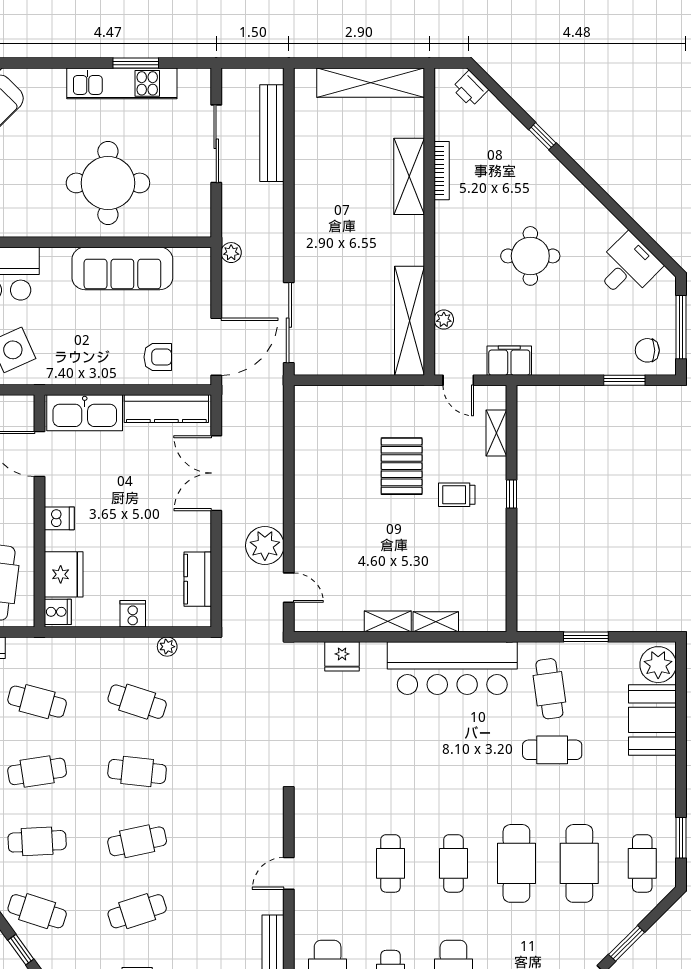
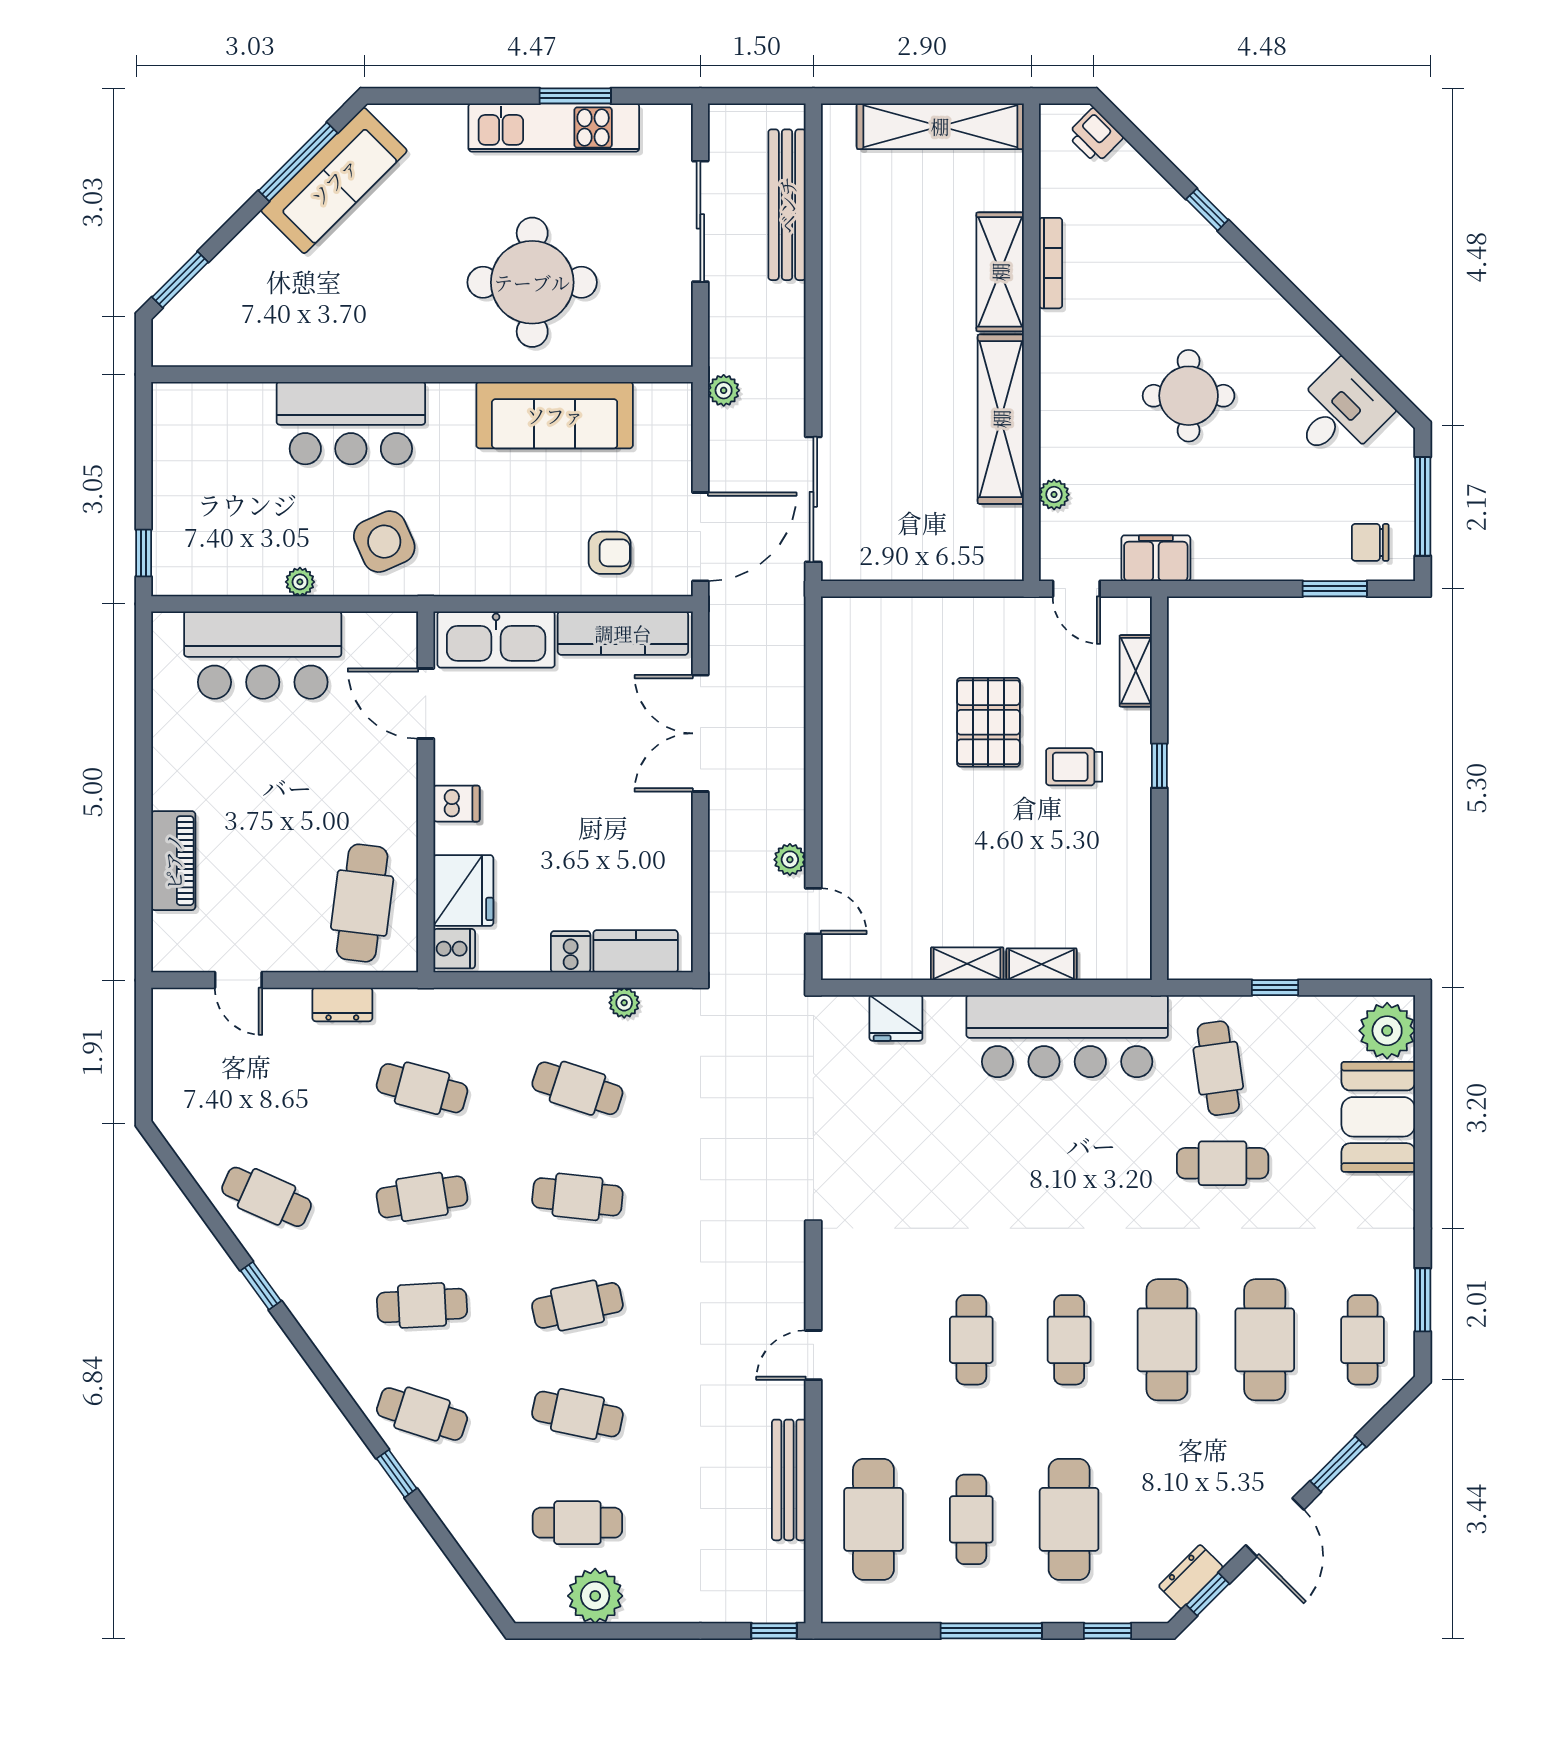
shelving: (410, 321) -> (1001, 419), moved
plant: (265, 546) -> (790, 860), width x0.53, depth x0.53
kitchen counter: (198, 579) -> (636, 951), moved, turned 90
window: (586, 637) -> (1275, 988), width x0.67
cafe table: (137, 911) -> (577, 1414), turned 30

